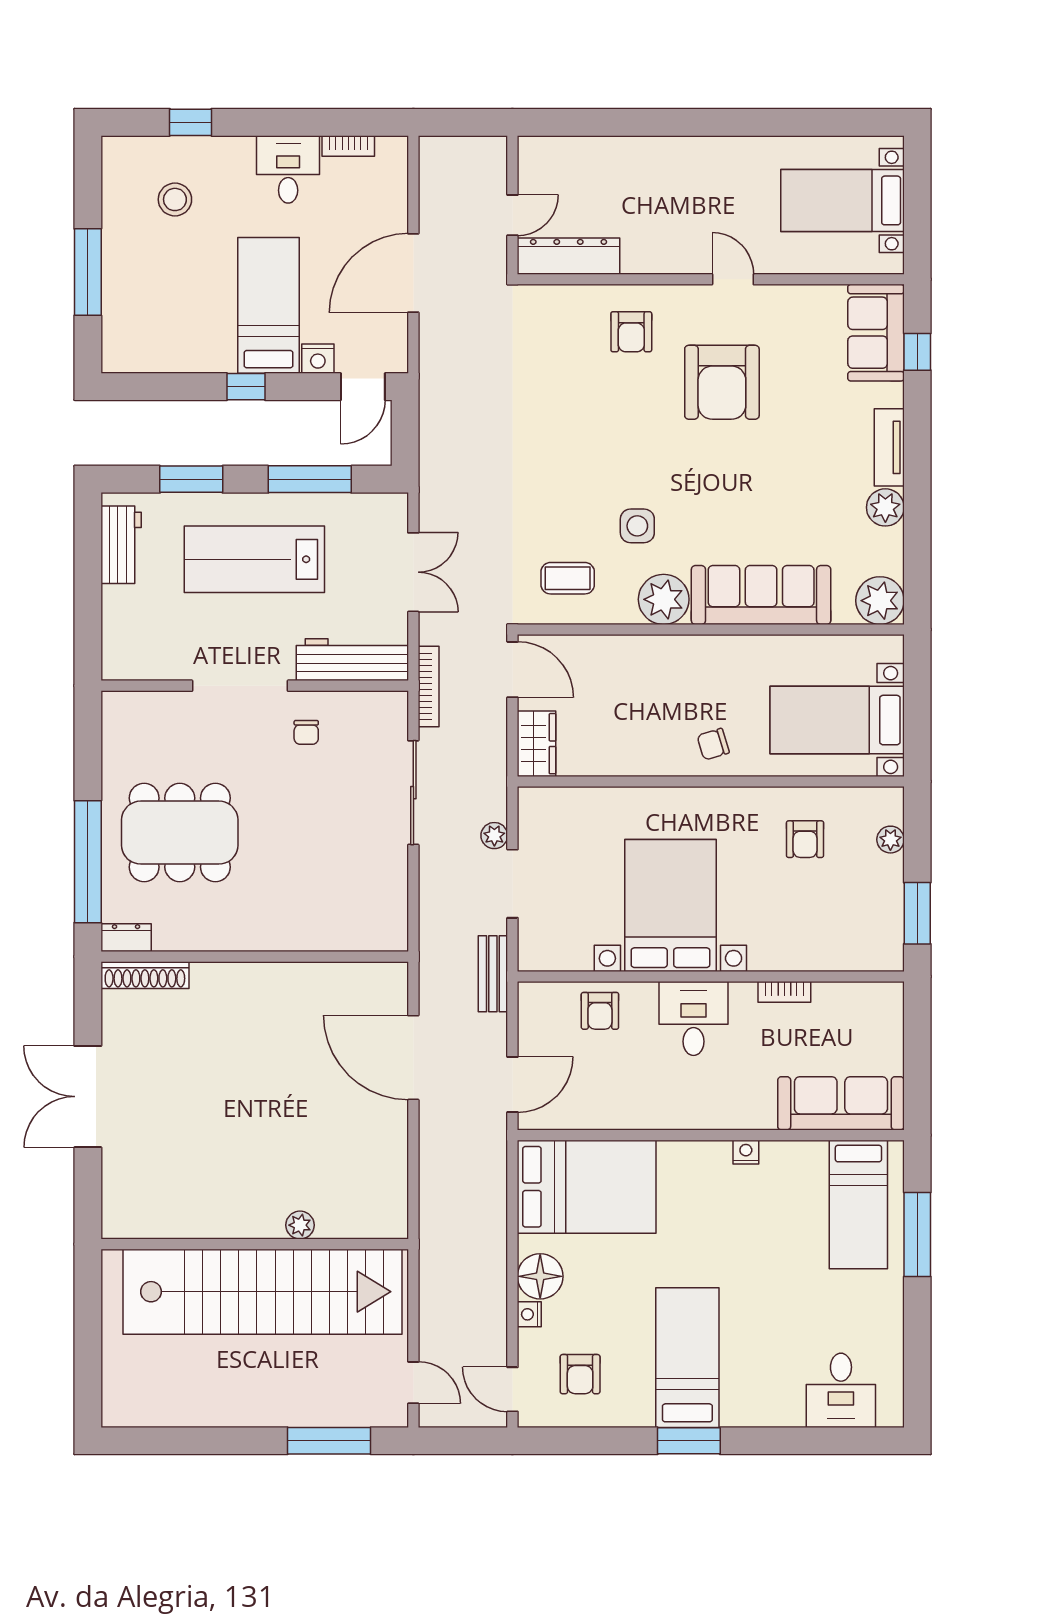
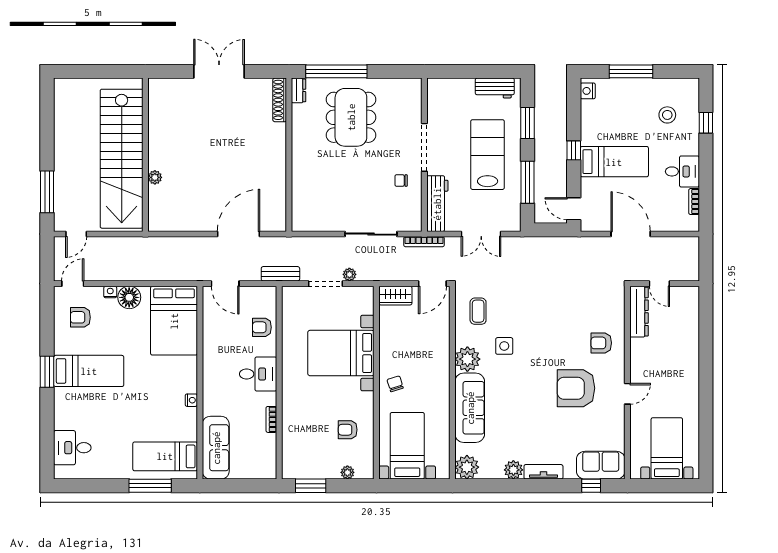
nightstand: (318, 359) -> (588, 91), moved
bed with nightstands: (670, 905) -> (341, 353), moved, turned 180

